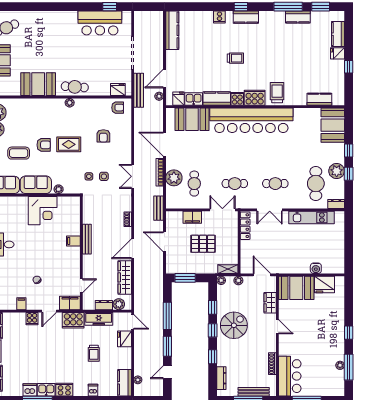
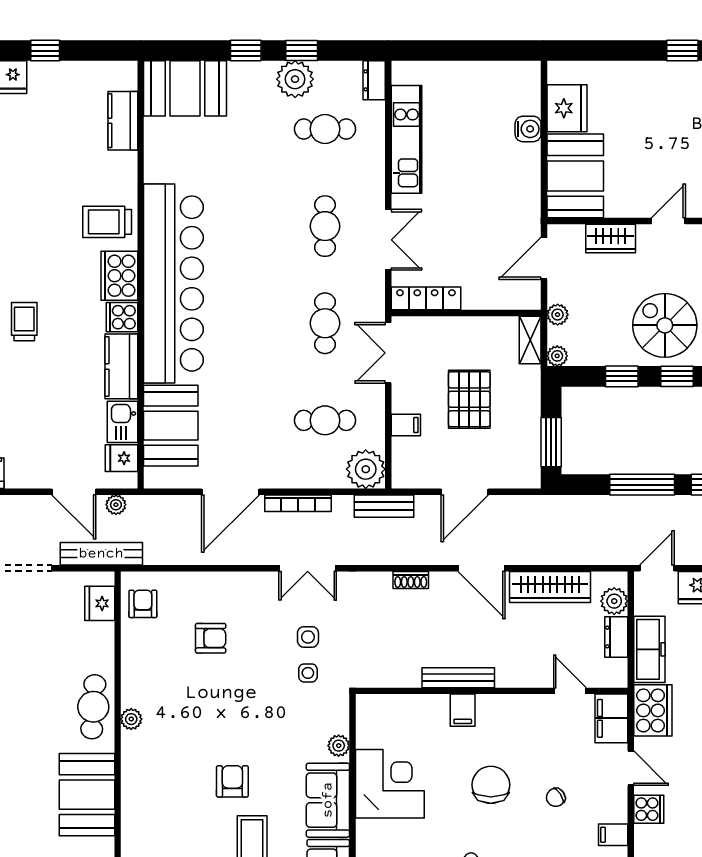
rug: (69, 144) -> (231, 721), removed
plant: (174, 178) -> (366, 469), moved
cafe table: (316, 184) -> (325, 129), width x0.73, depth x0.74
filing cabinet: (192, 217) -> (406, 425), width x0.50
chair: (42, 253) -> (491, 785), added

